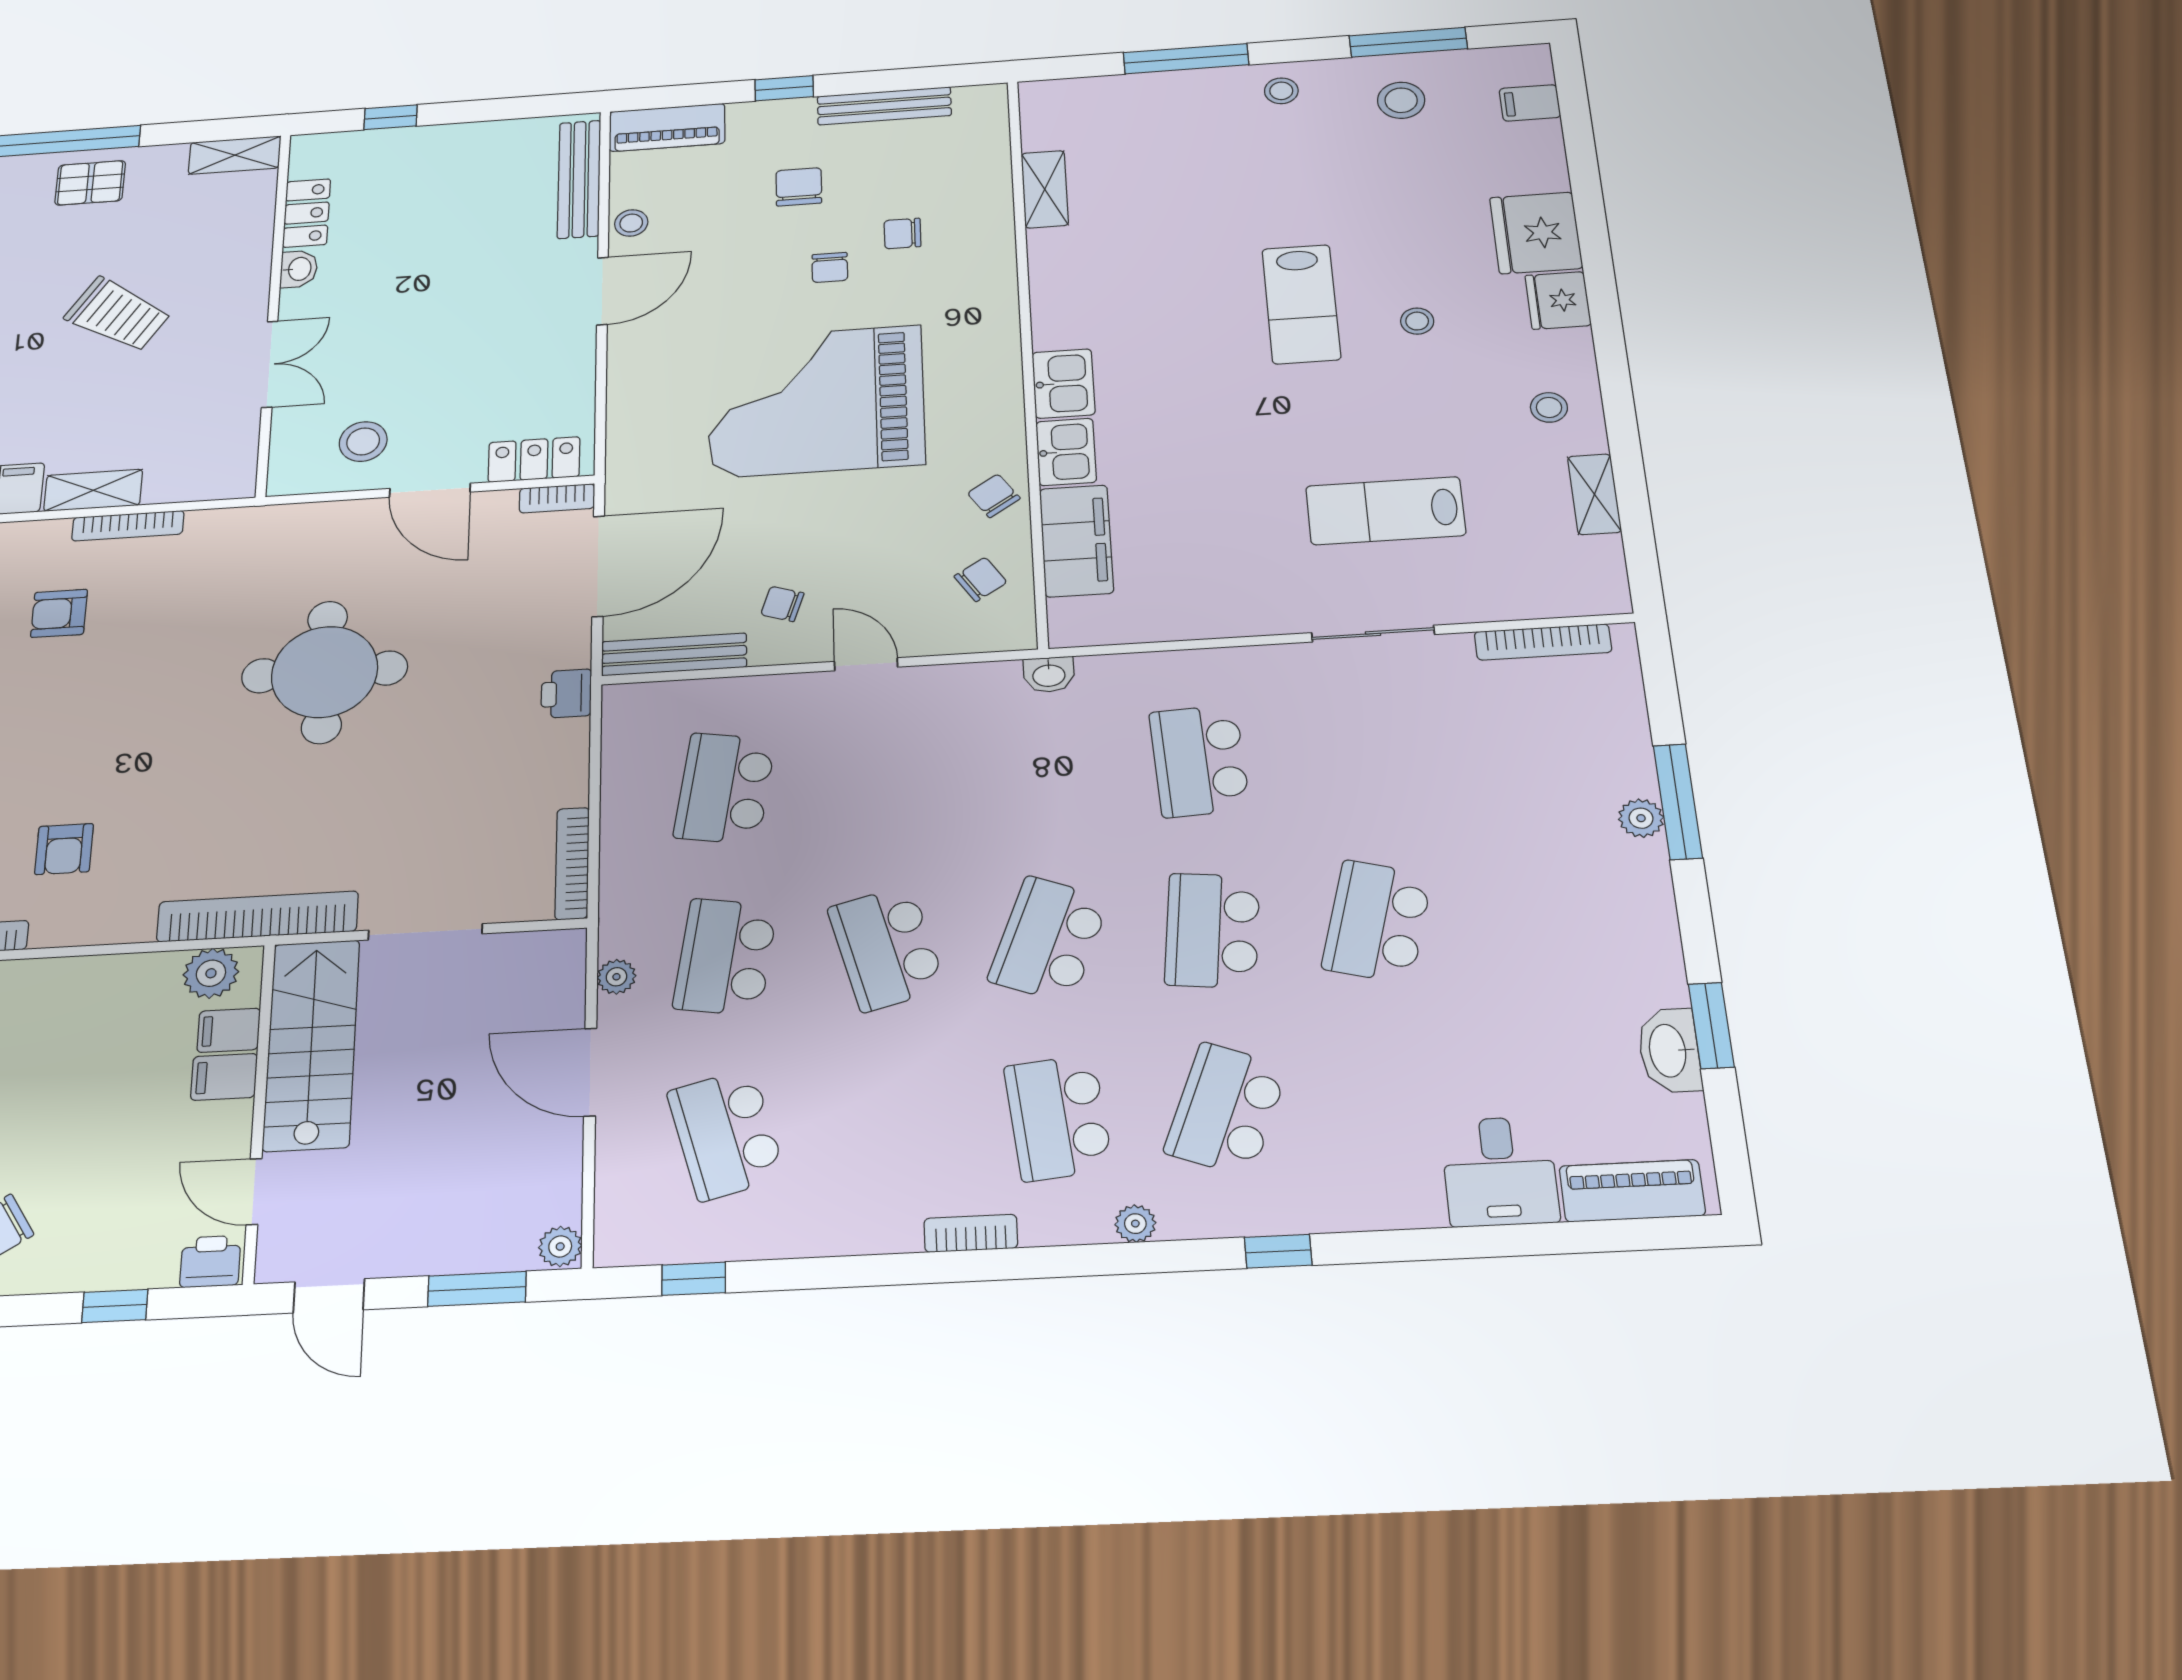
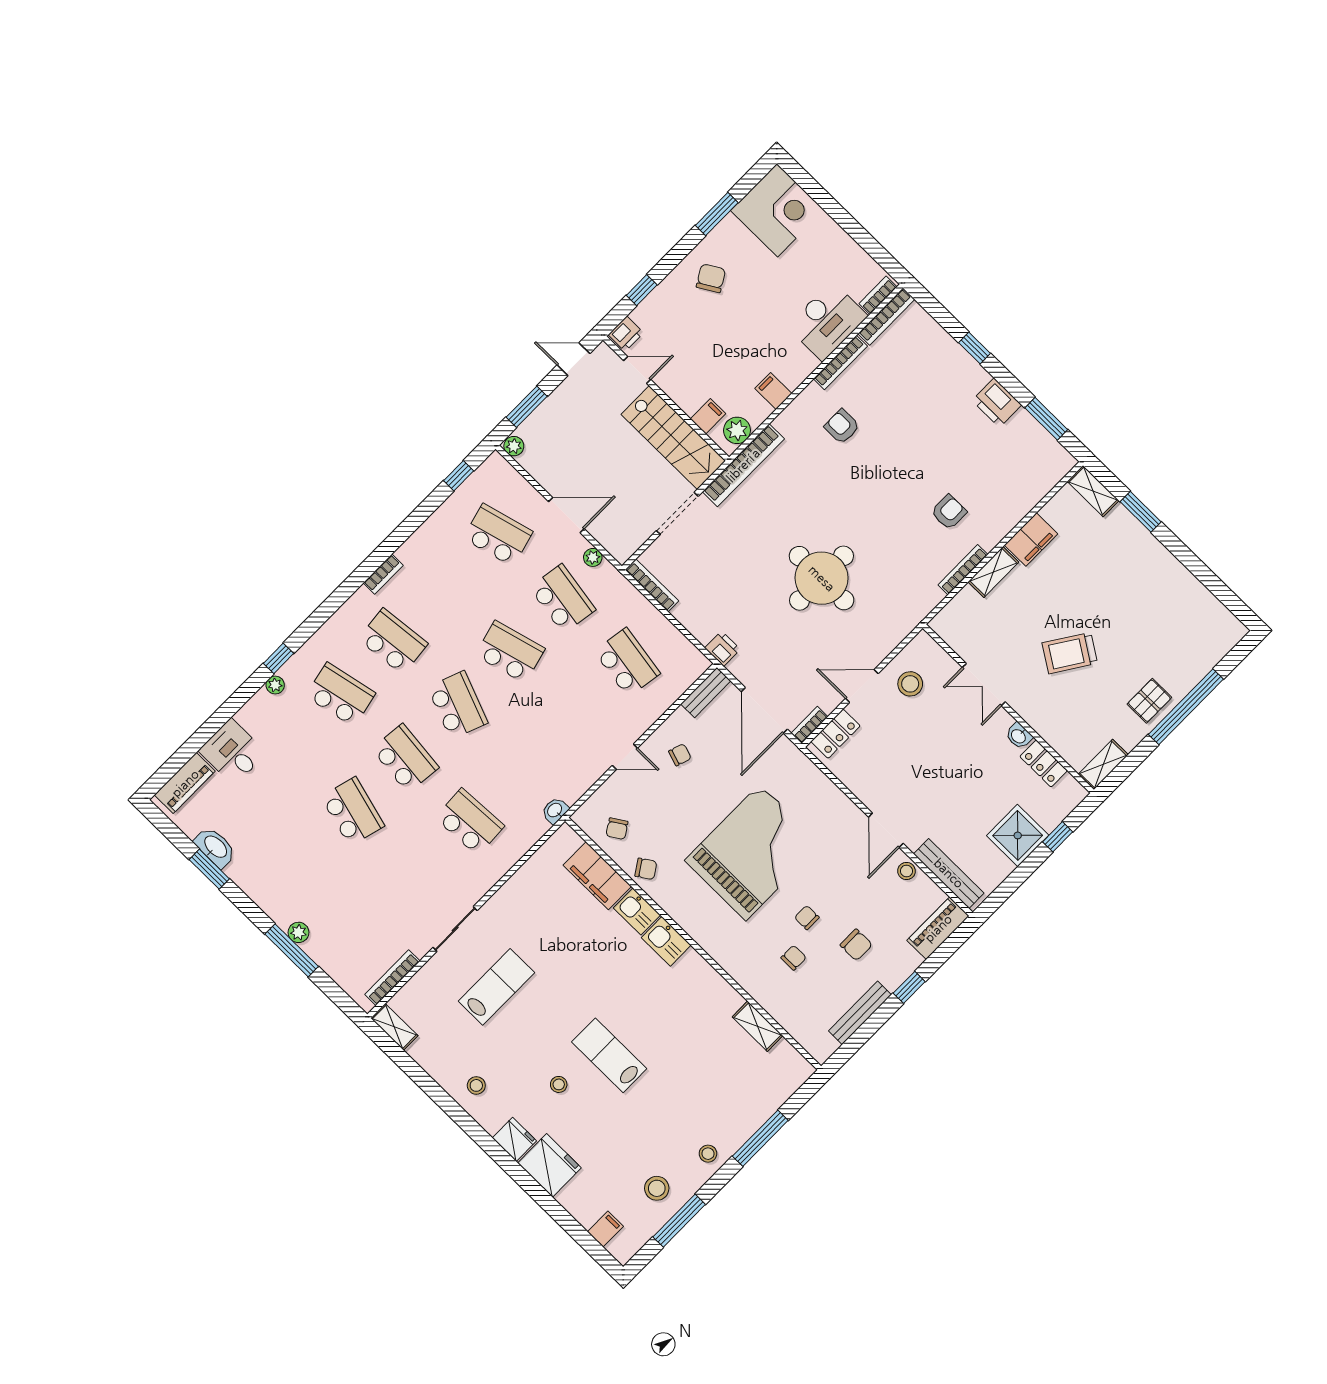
shower: (439, 156) -> (1018, 835), added
shelving: (1594, 494) -> (394, 1027), moved
bench: (674, 654) -> (706, 692), width x0.73
filing cabinet: (224, 1077) -> (773, 391), moved, turned -90
school desk: (1226, 1109) -> (341, 695), turned -33
plant: (1135, 1224) -> (275, 685), moved

